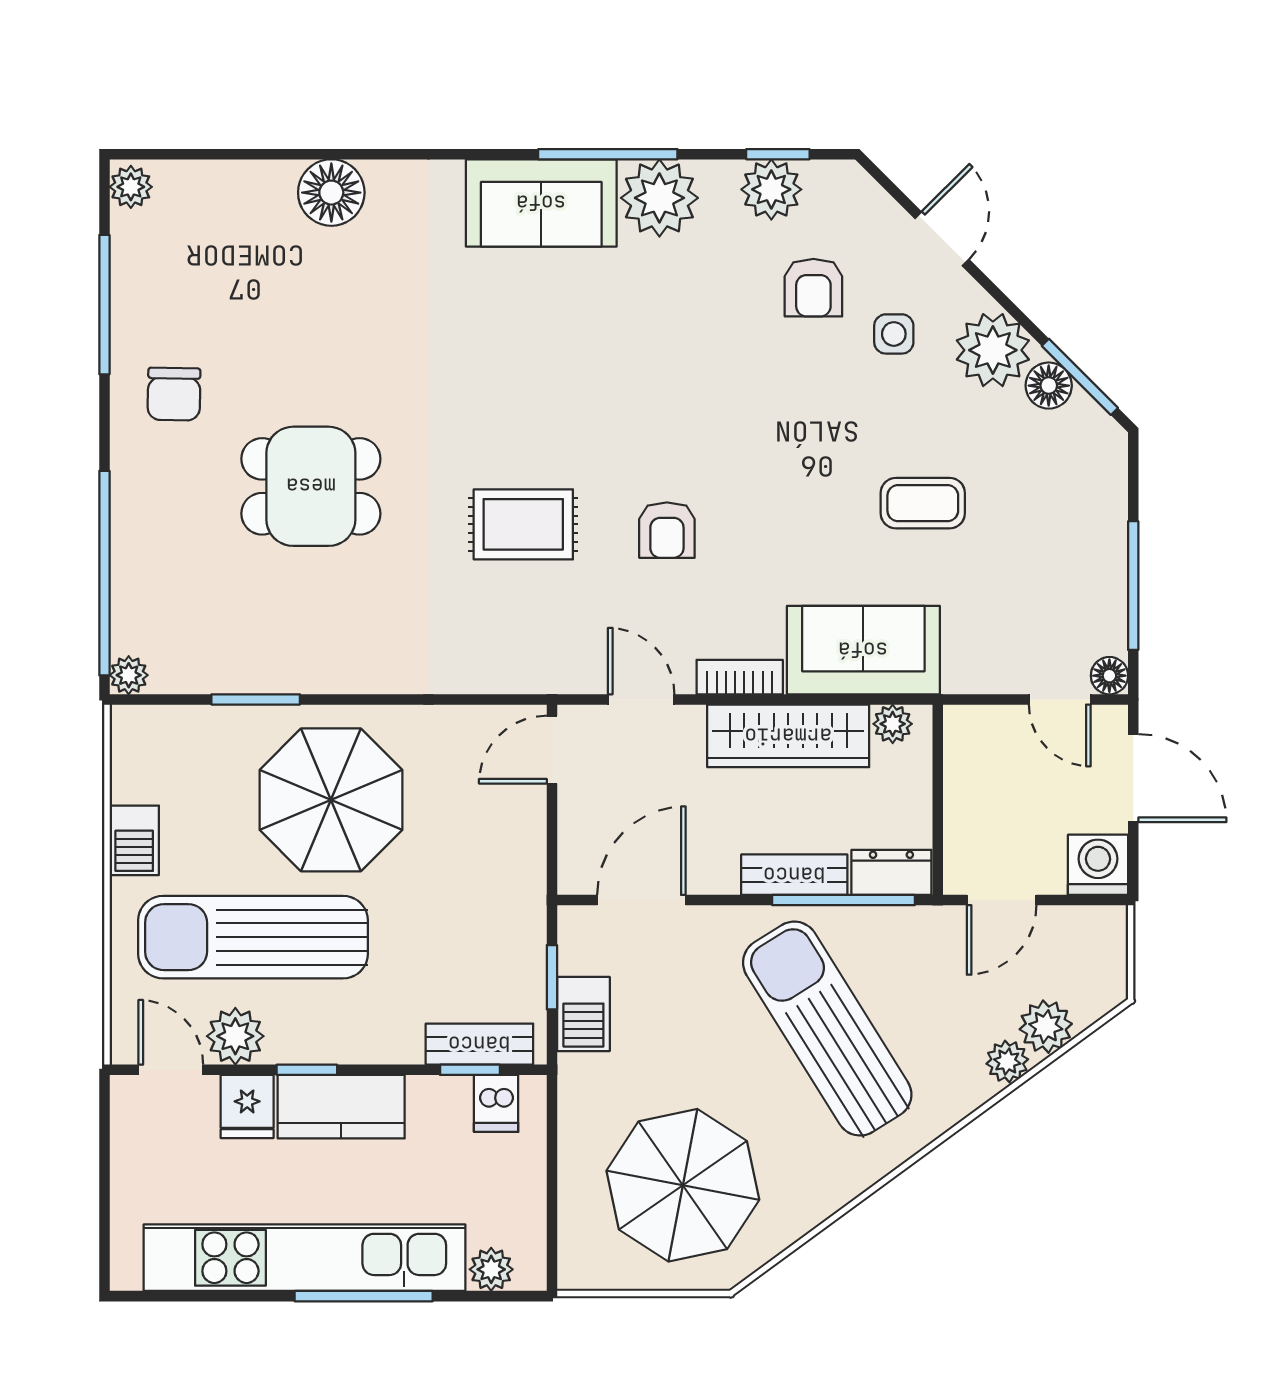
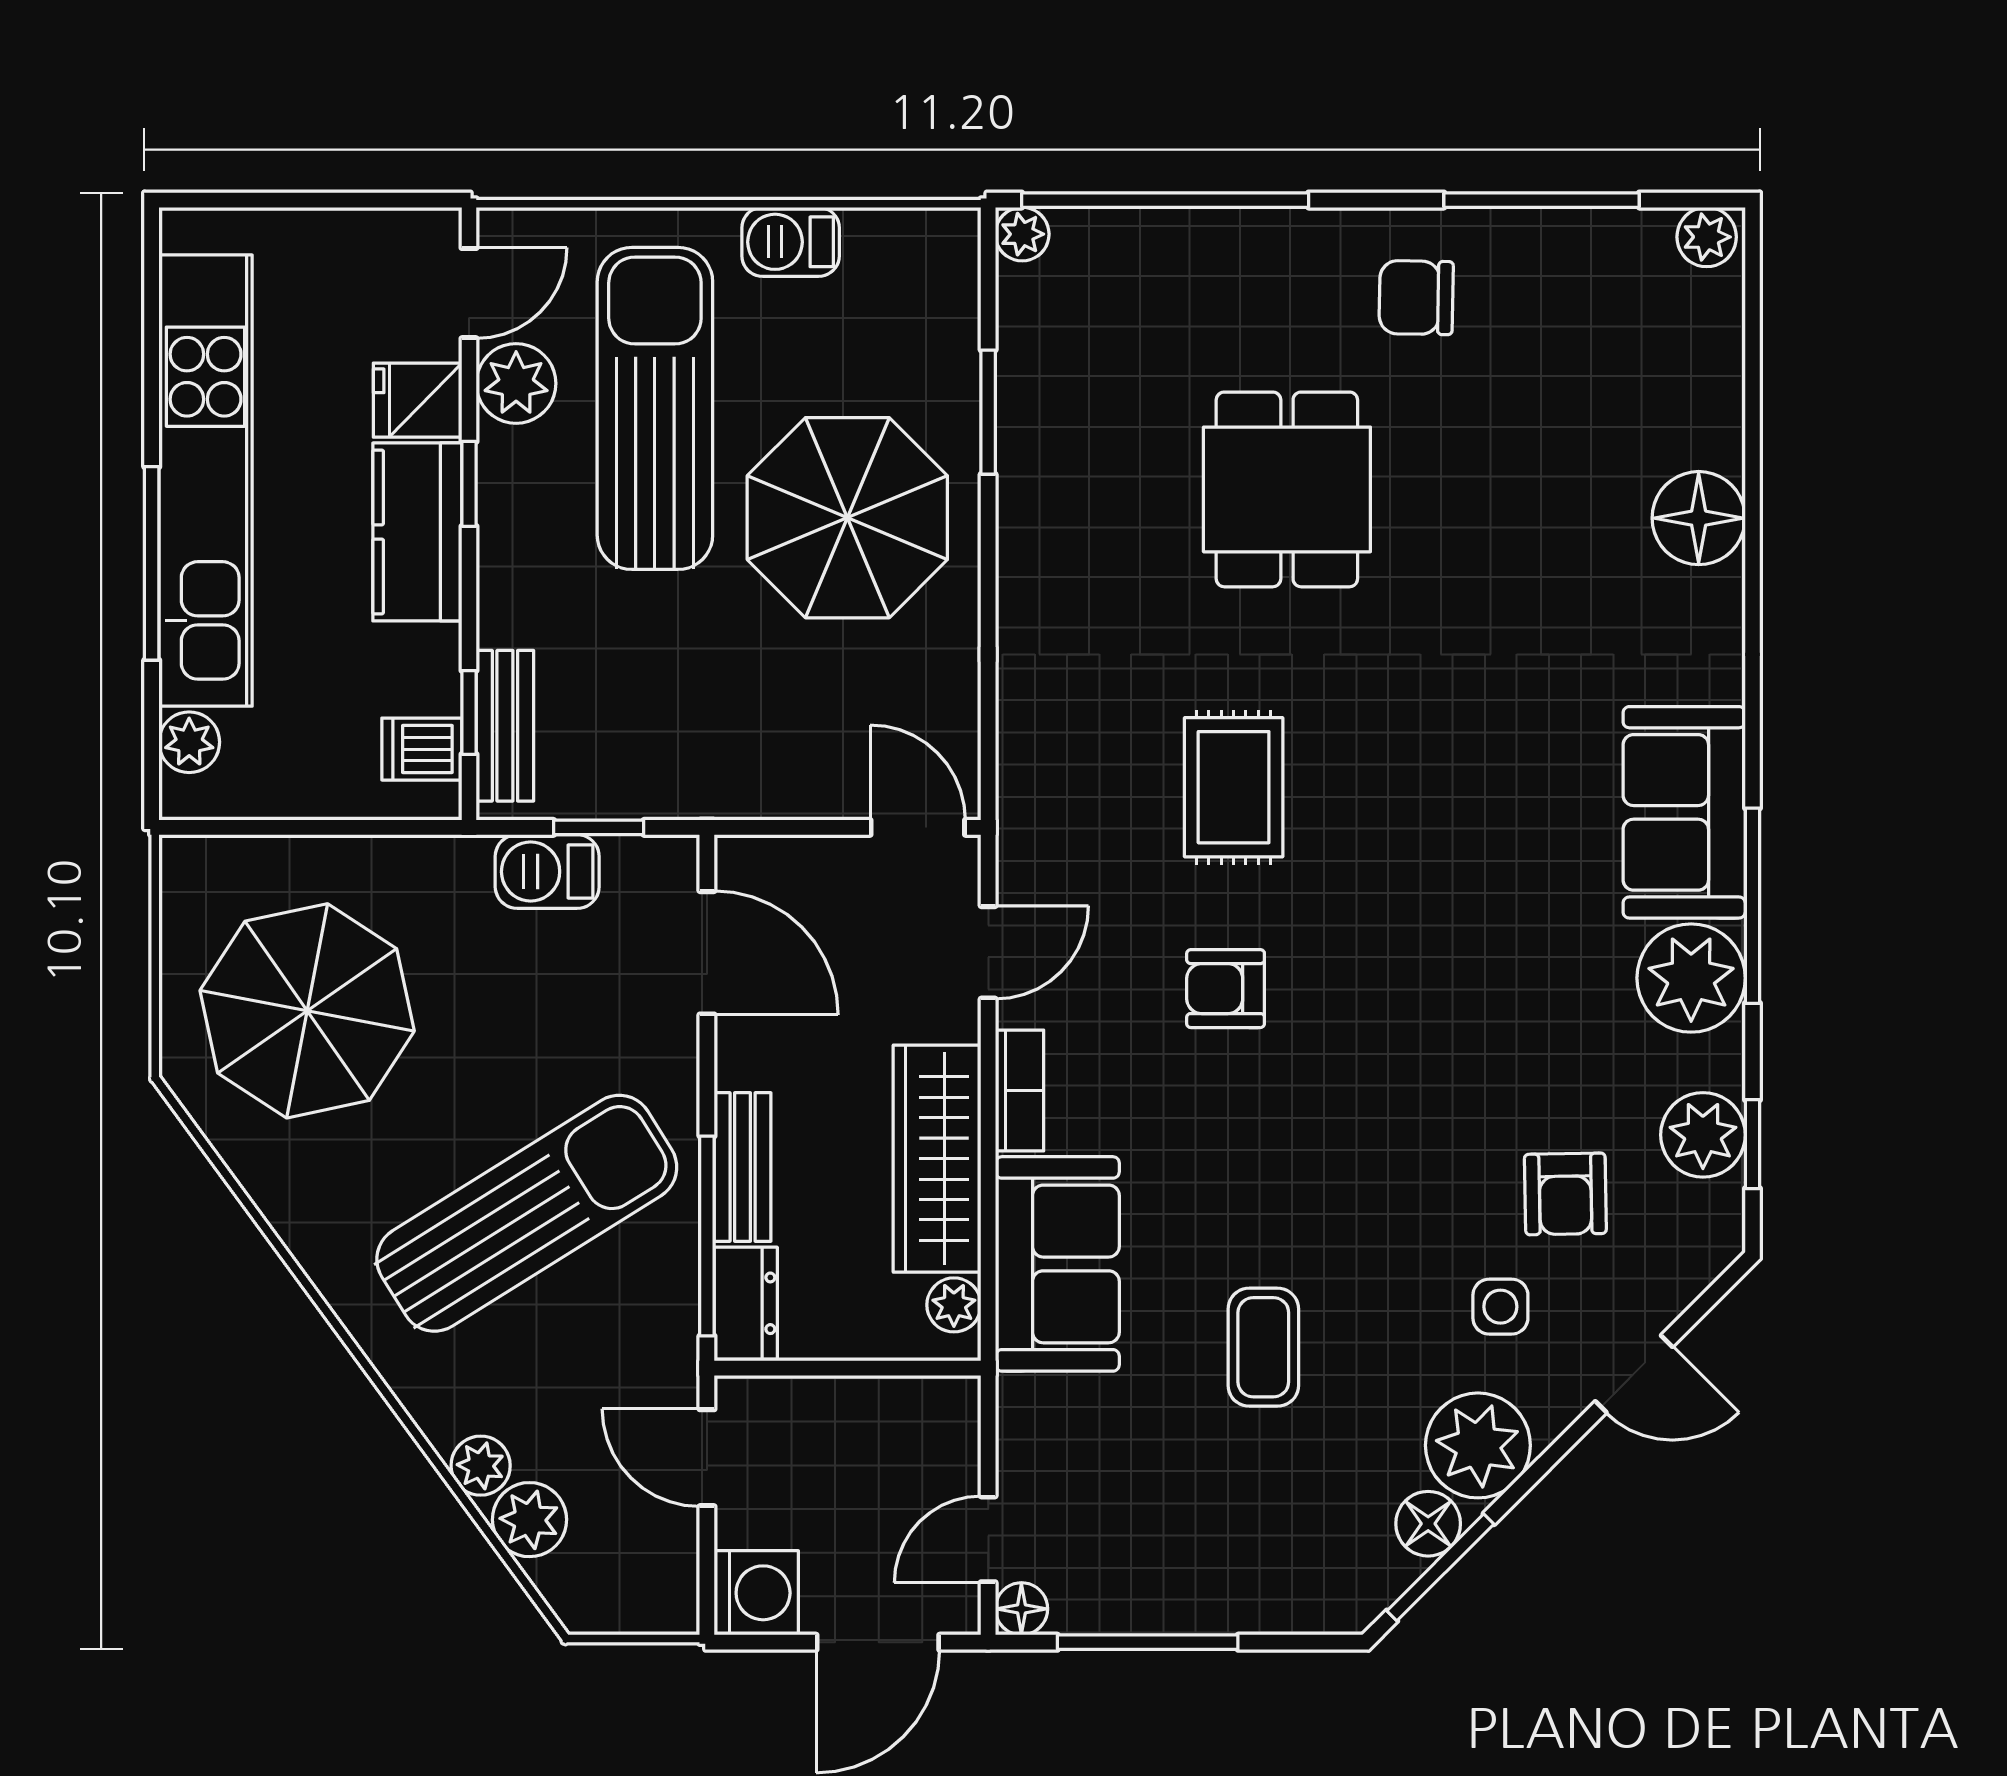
armchair: (813, 288) -> (1565, 1194), turned -91

